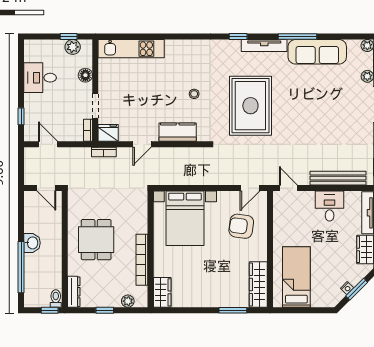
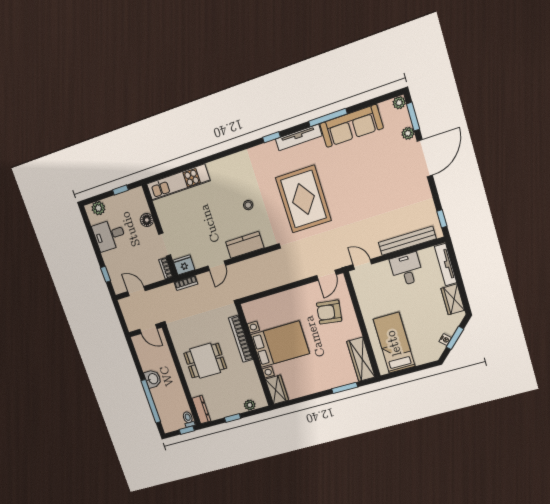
plant: (73, 47) -> (98, 208), moved
bed with nightstands: (185, 218) -> (280, 344), moved, turned -90
dining table: (96, 240) -> (205, 361), turned 90
bookcase: (142, 260) -> (241, 339), moved

